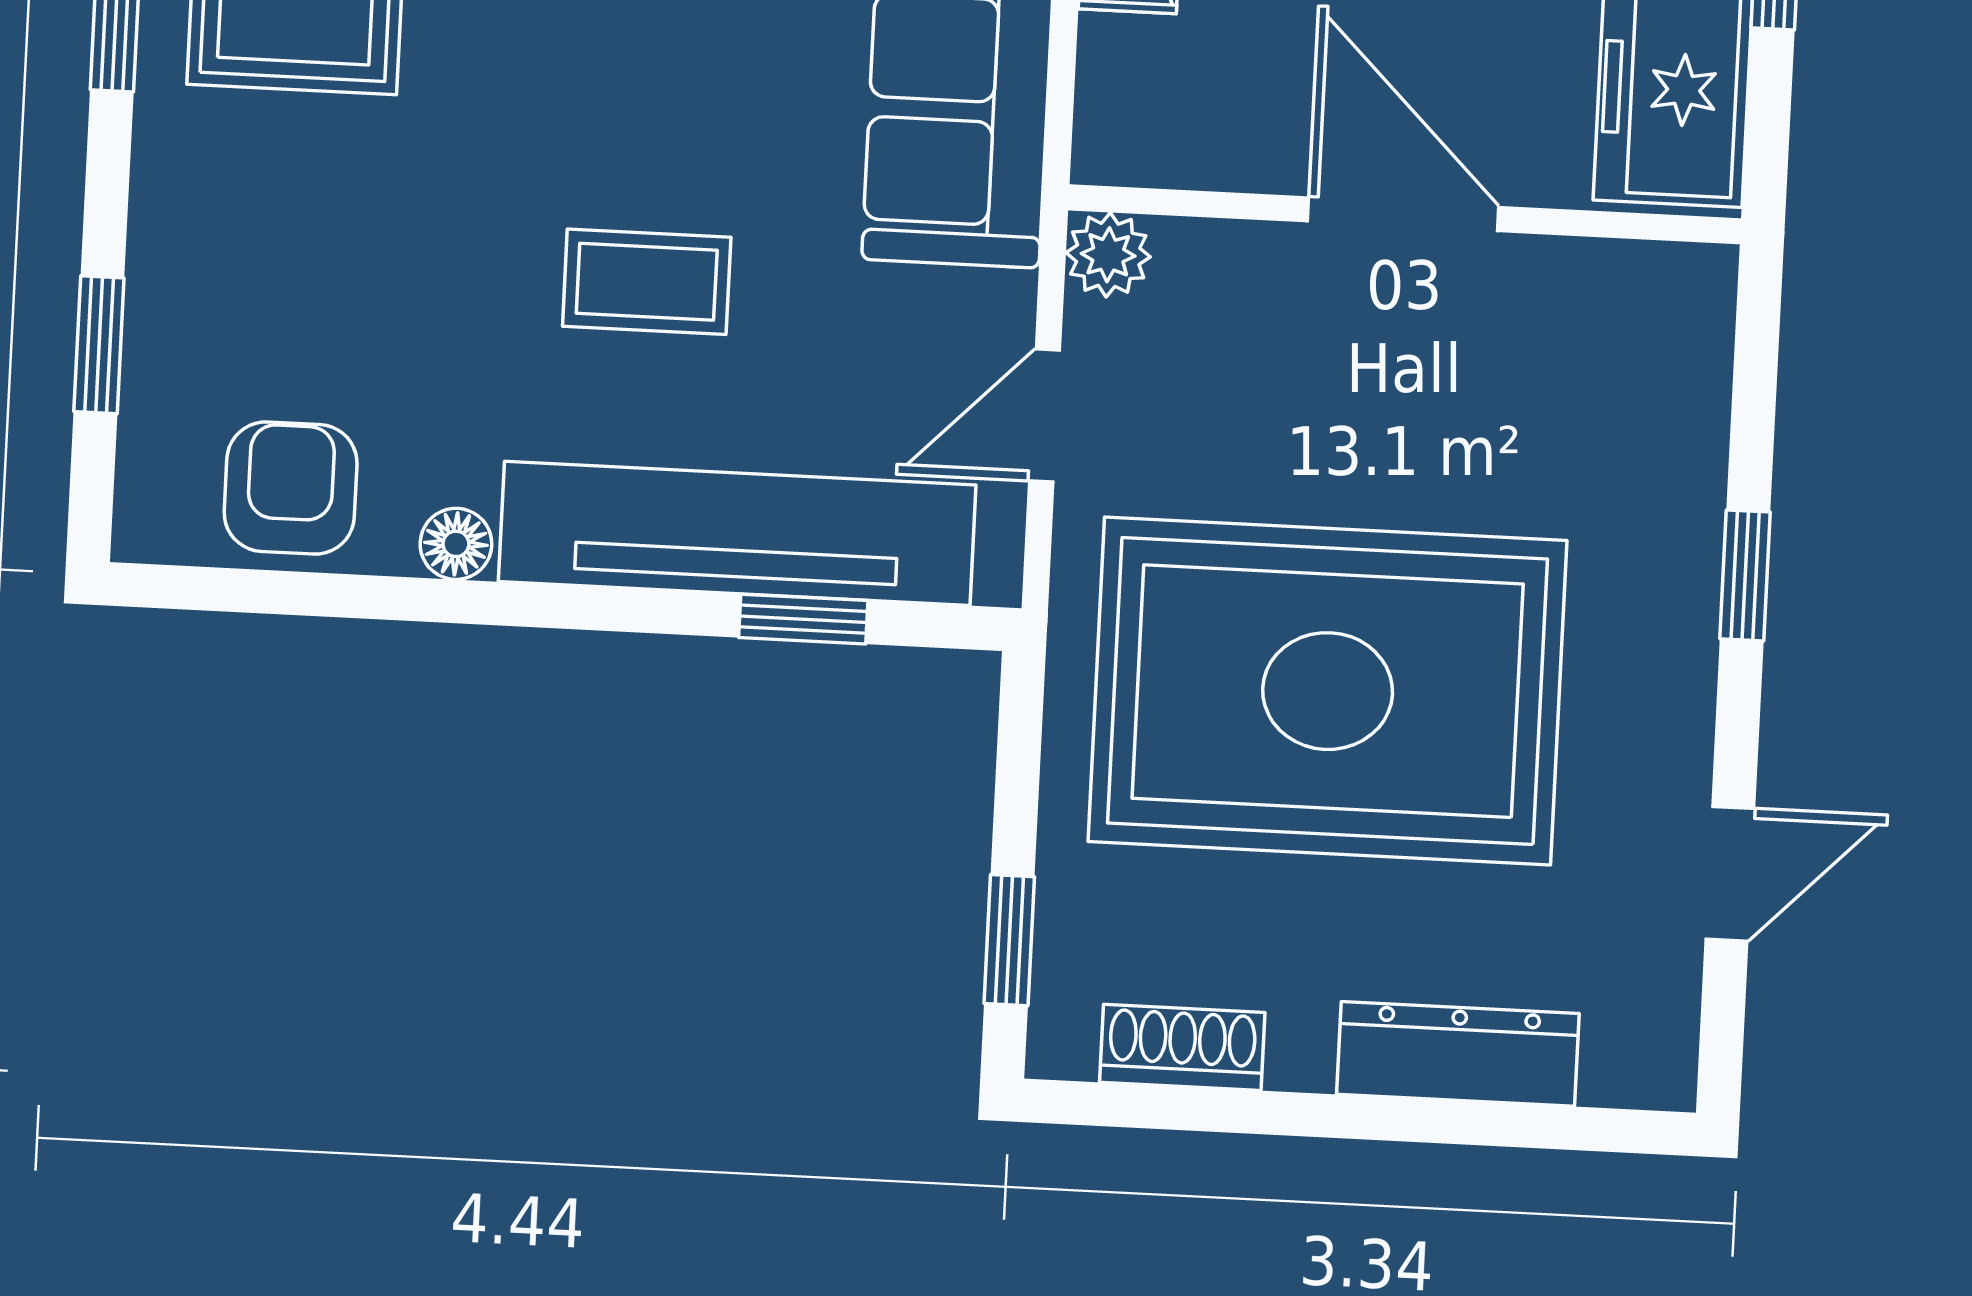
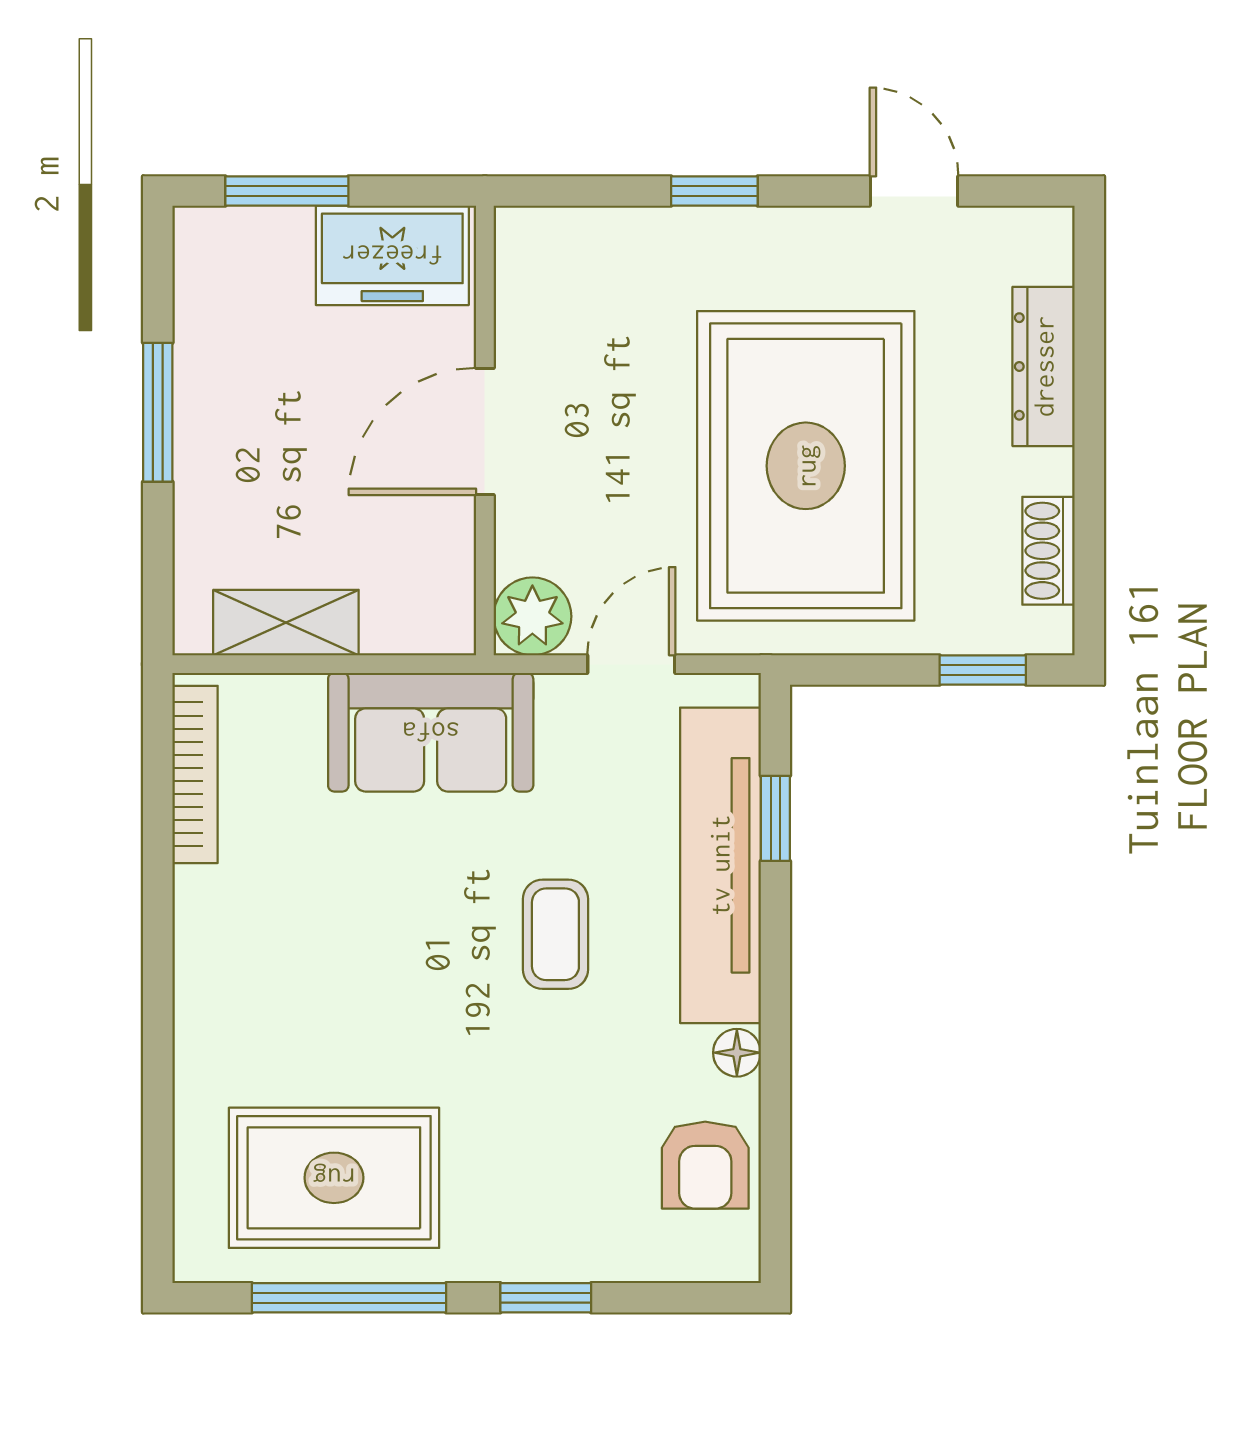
plant: (1108, 255) -> (532, 616), width x1.38, depth x1.38
window: (99, 345) -> (546, 1298), moved
door: (1045, 416) -> (631, 664), swing flipped
armchair: (291, 488) -> (705, 1165), turned -90

